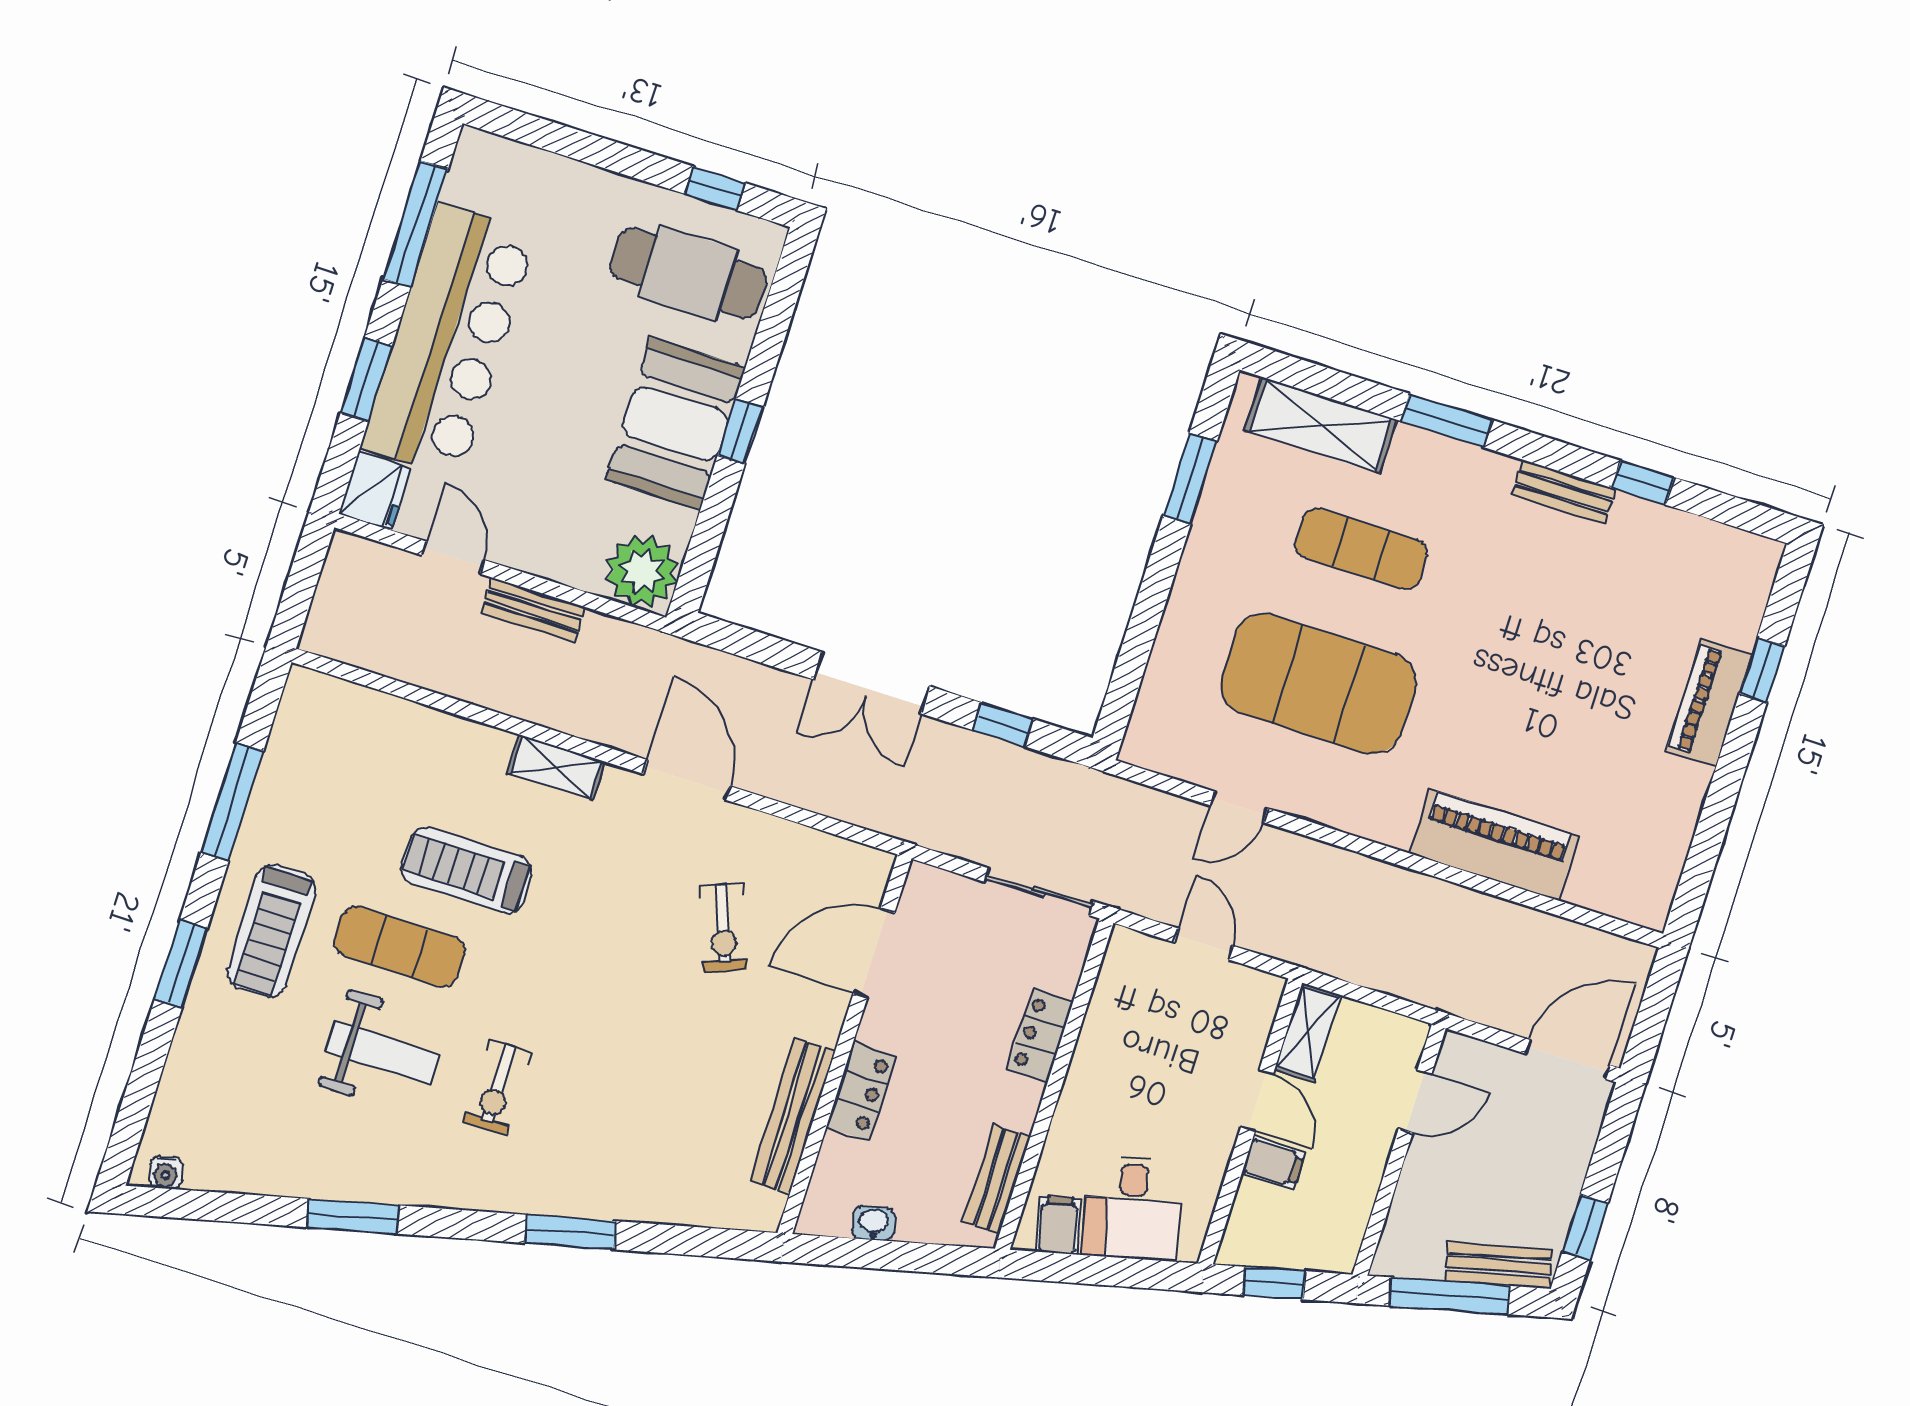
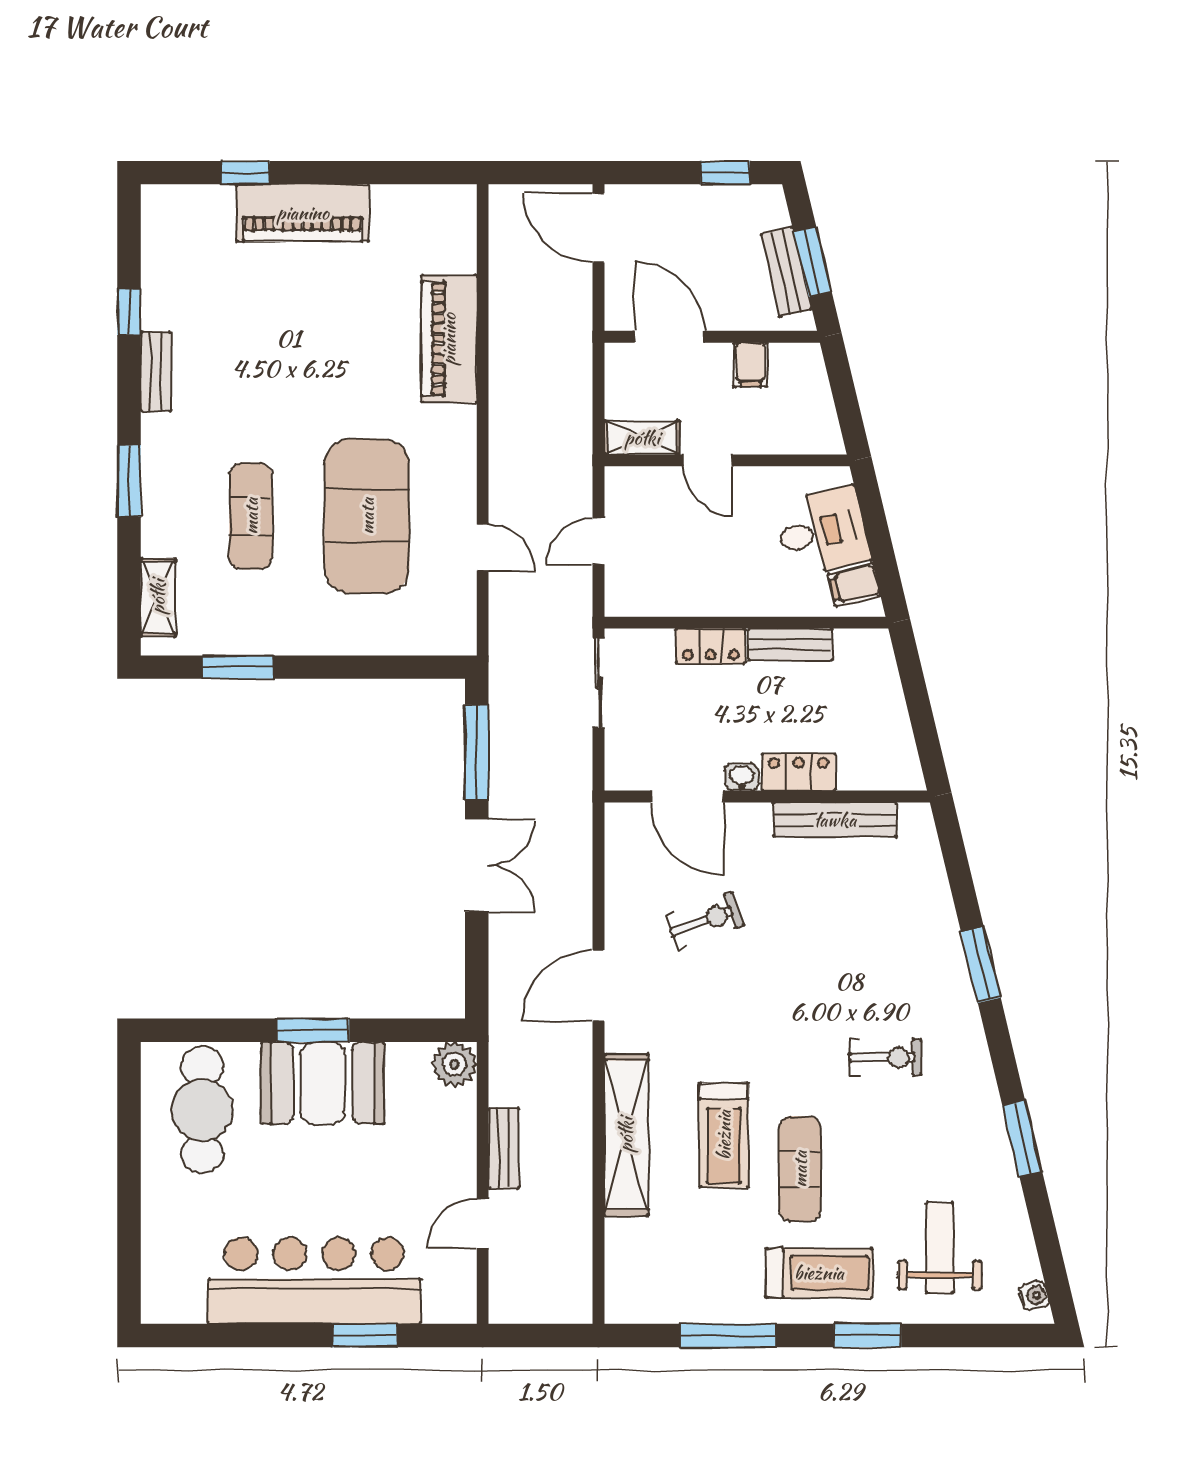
window: (715, 188) -> (129, 1110), removed
window: (416, 224) -> (231, 1335), removed
shelving: (1321, 425) -> (158, 597), width x0.67, depth x0.75
window: (740, 431) -> (313, 1030), width x1.50
fridge: (375, 491) -> (450, 1301), removed
plant: (642, 571) -> (455, 1064), width x0.73, depth x0.73
piano: (1709, 703) -> (303, 213), width x1.37, depth x1.33
window: (1003, 725) -> (477, 752), width x2.17
shelving: (556, 767) -> (626, 1135), width x2.20, depth x1.33
weight bench: (383, 1053) -> (940, 1248), moved
door: (1257, 1100) -> (707, 460), swing flipped
door: (1415, 1102) -> (669, 337), width x1.38
filing cabinet: (1273, 1163) -> (750, 365), moved, turned 180
bench: (997, 1179) -> (790, 644), moved
washbasin: (874, 1223) -> (742, 777), moved, turned 103
bench: (1499, 1265) -> (786, 272), moved
window: (1274, 1283) -> (846, 402), removed
window: (1449, 1296) -> (813, 262), width x0.69

